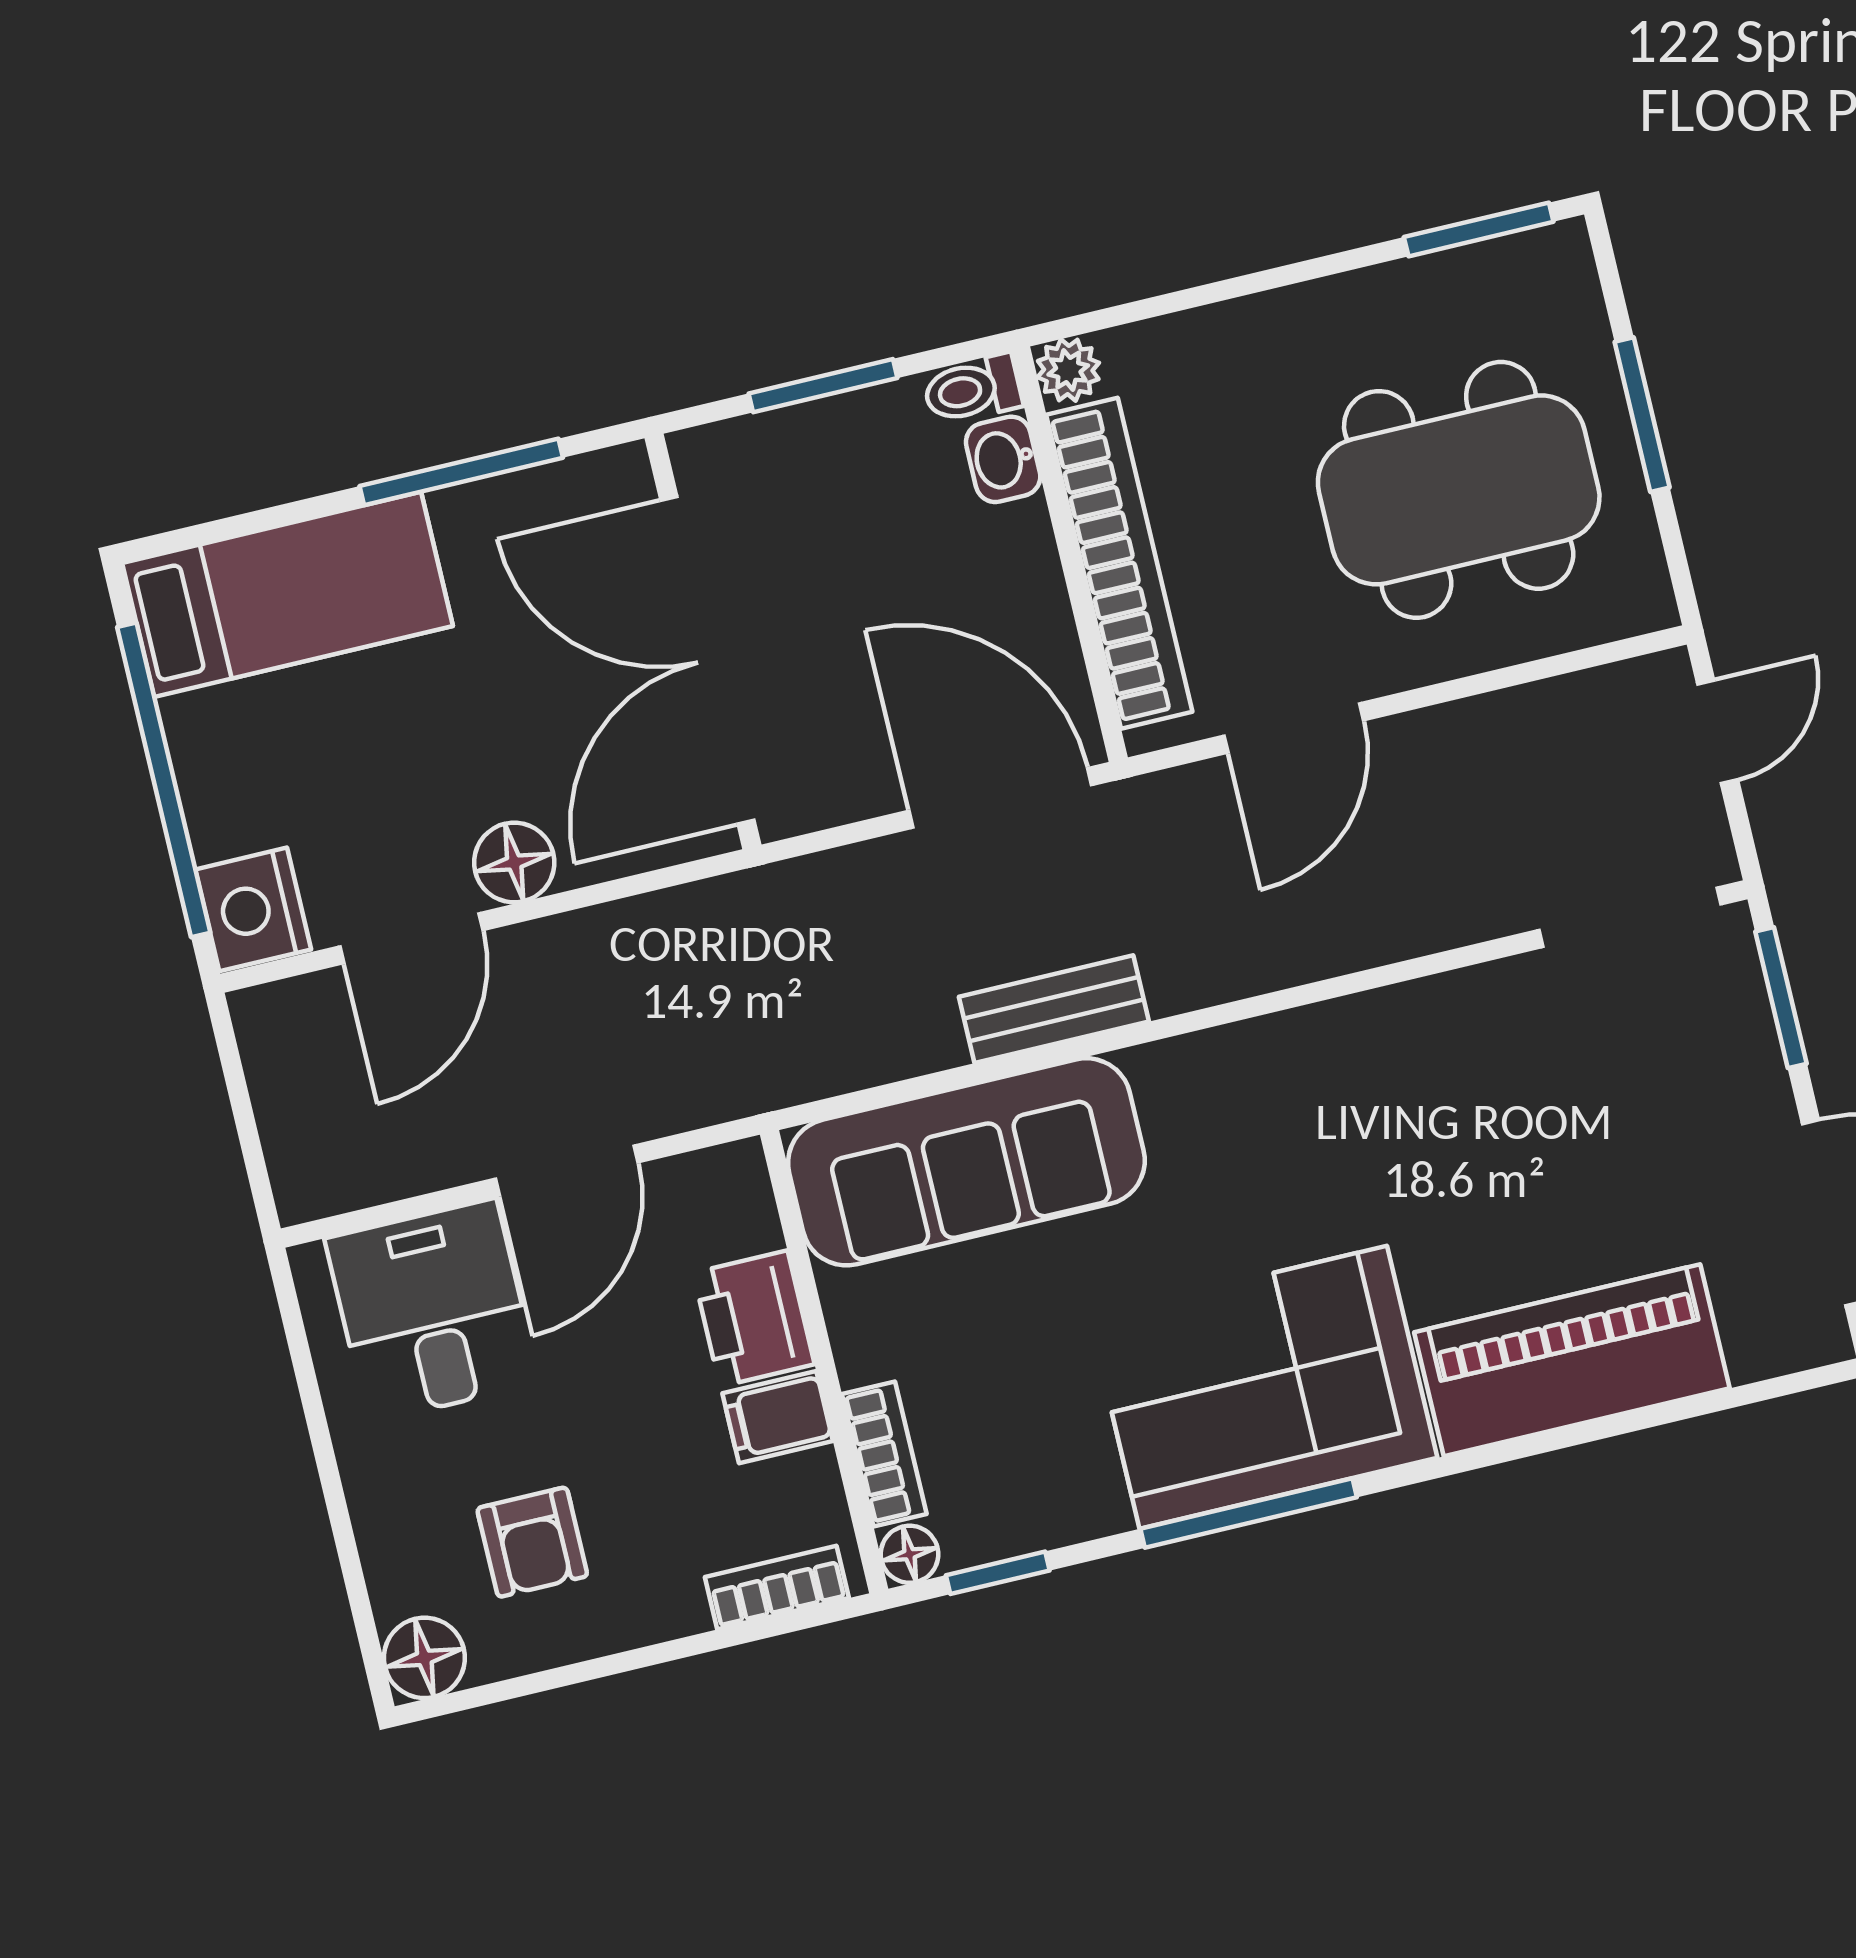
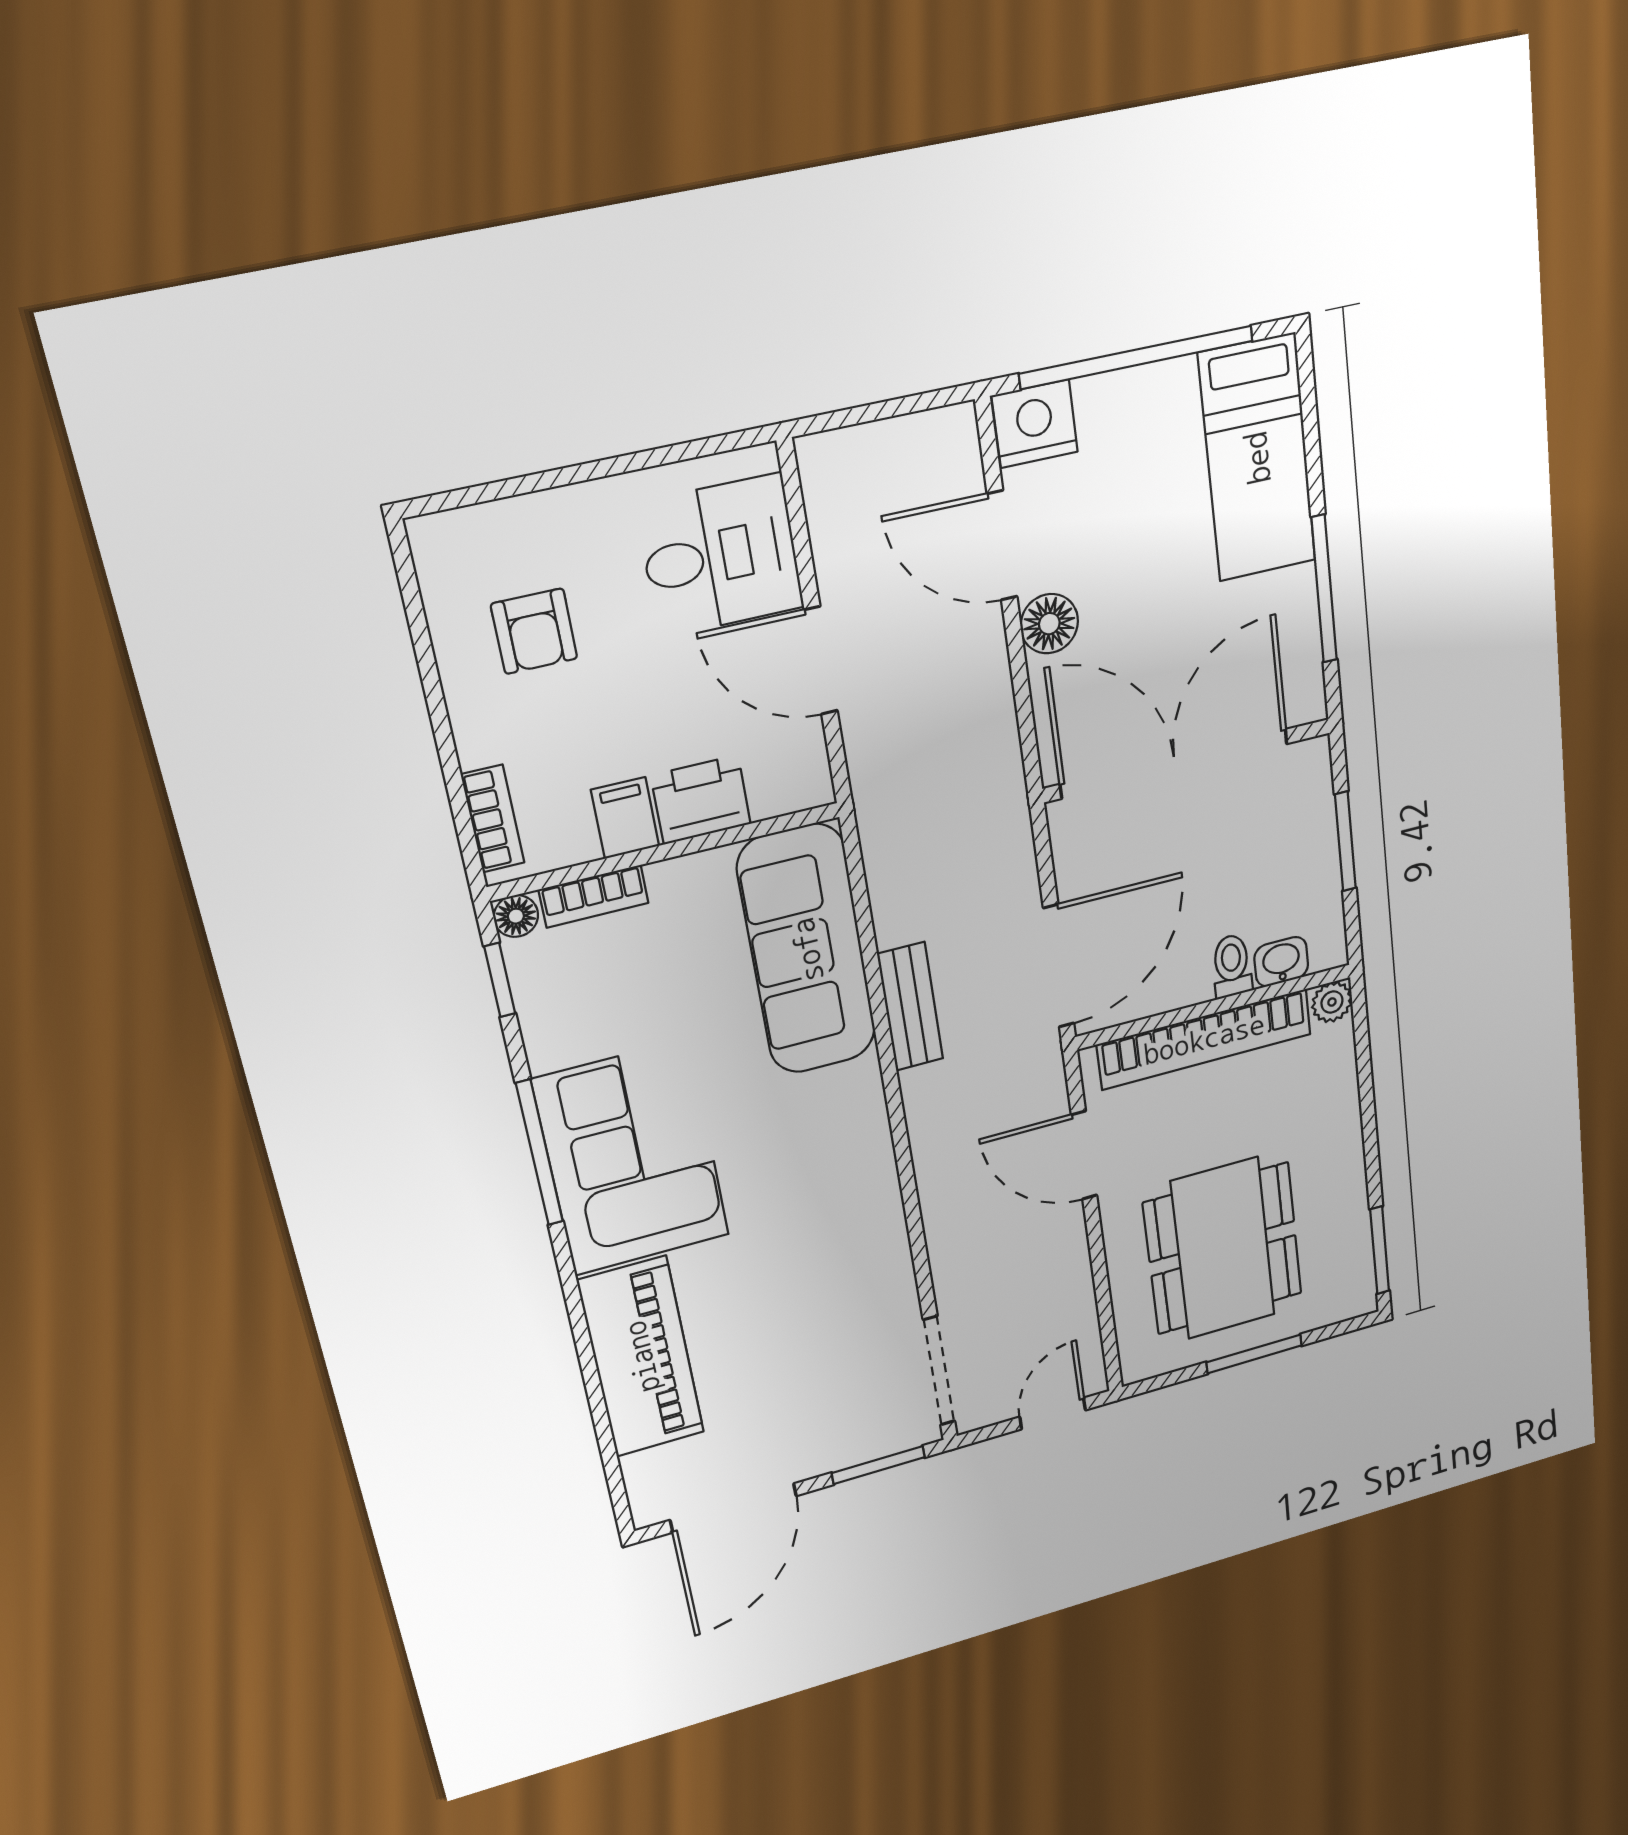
toilet: (973, 389) -> (1232, 966), moved
door: (1718, 732) -> (1053, 1413), swing flipped
armchair: (532, 1542) -> (534, 631), turned -90
floor lamp: (424, 1658) -> (442, 544), removed

